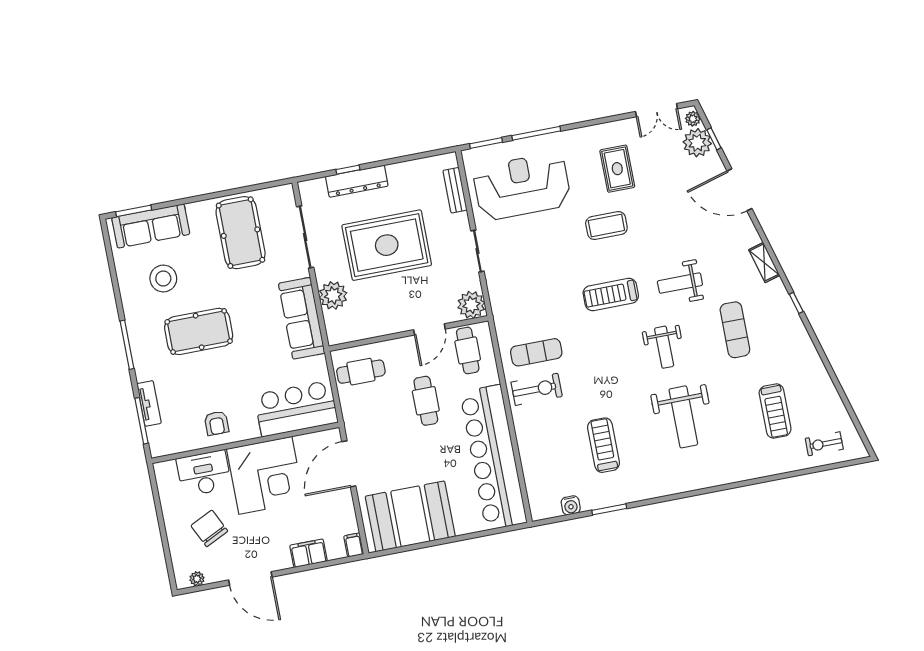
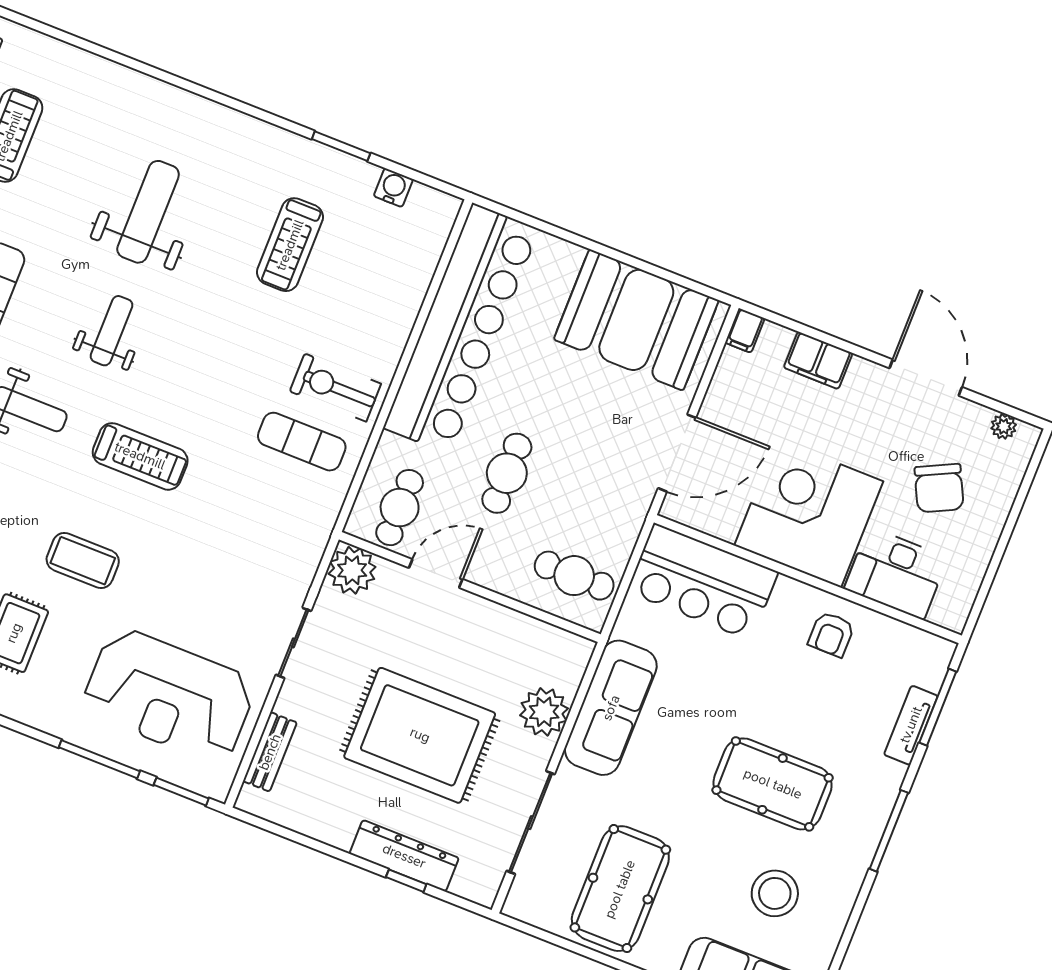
armchair: (217, 423) -> (831, 634), turned 180

